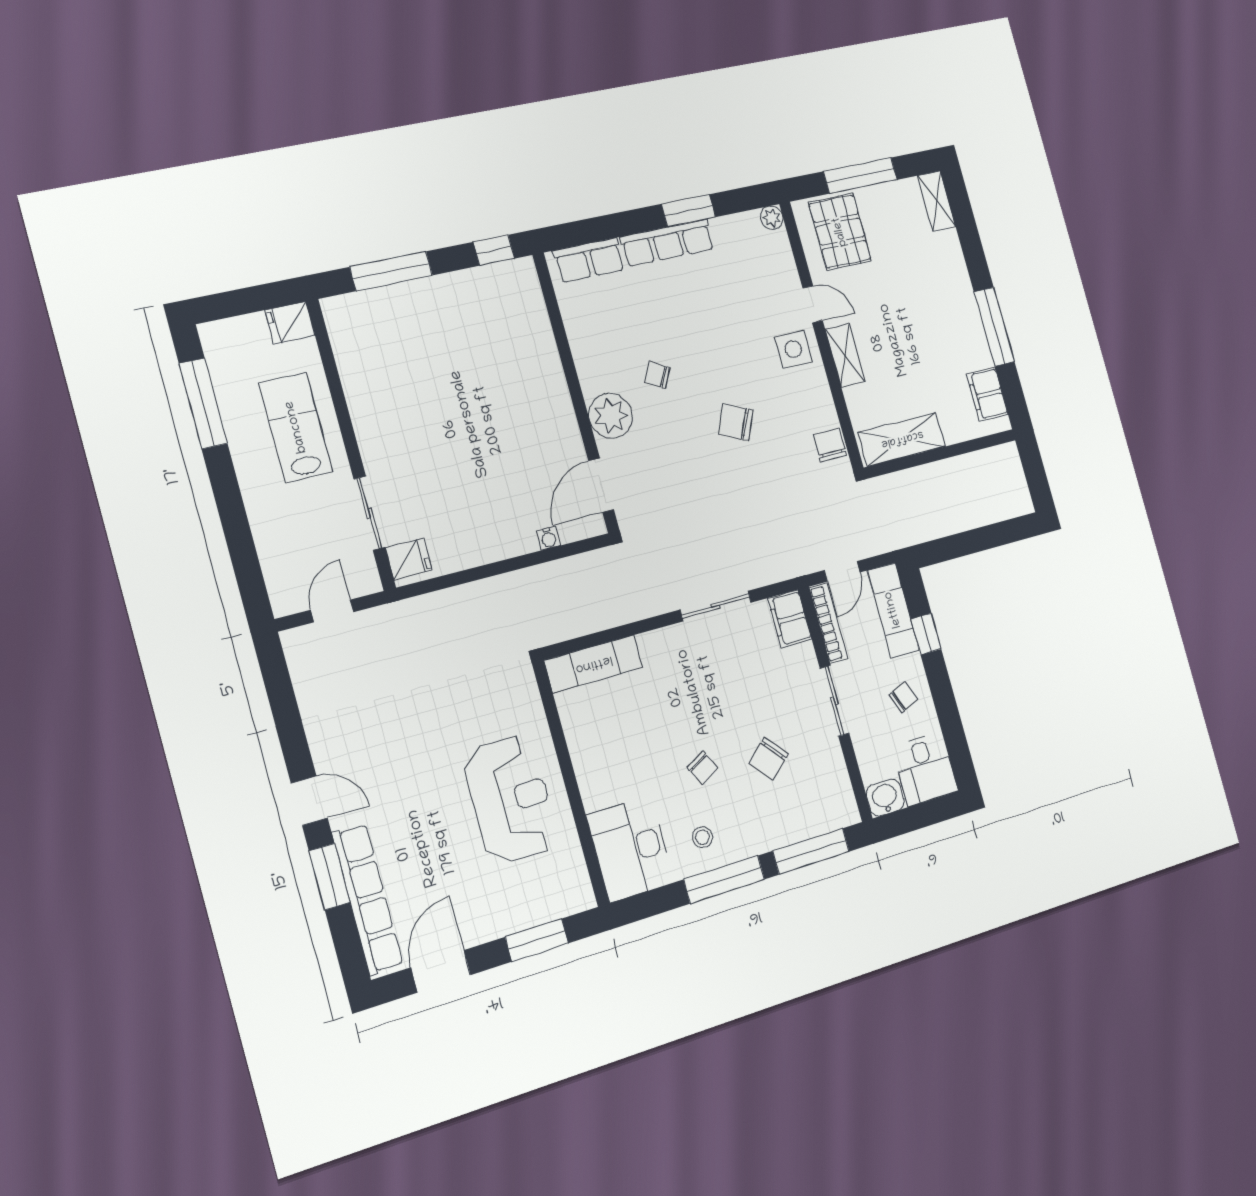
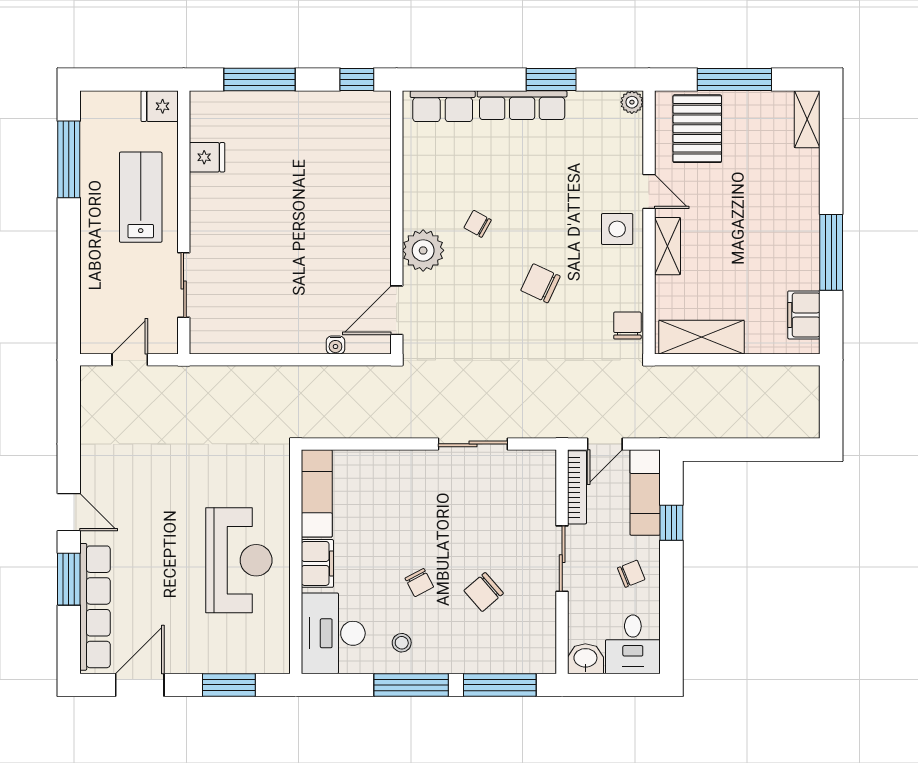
fridge: (409, 559) -> (207, 157), moved
filing cabinet: (790, 619) -> (317, 563), moved, turned 180
exam couch: (594, 664) -> (317, 493), moved, turned -90

